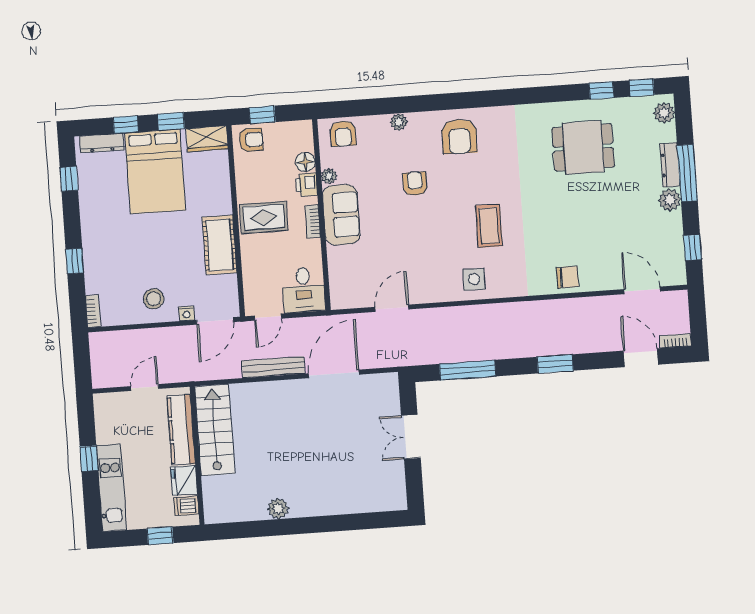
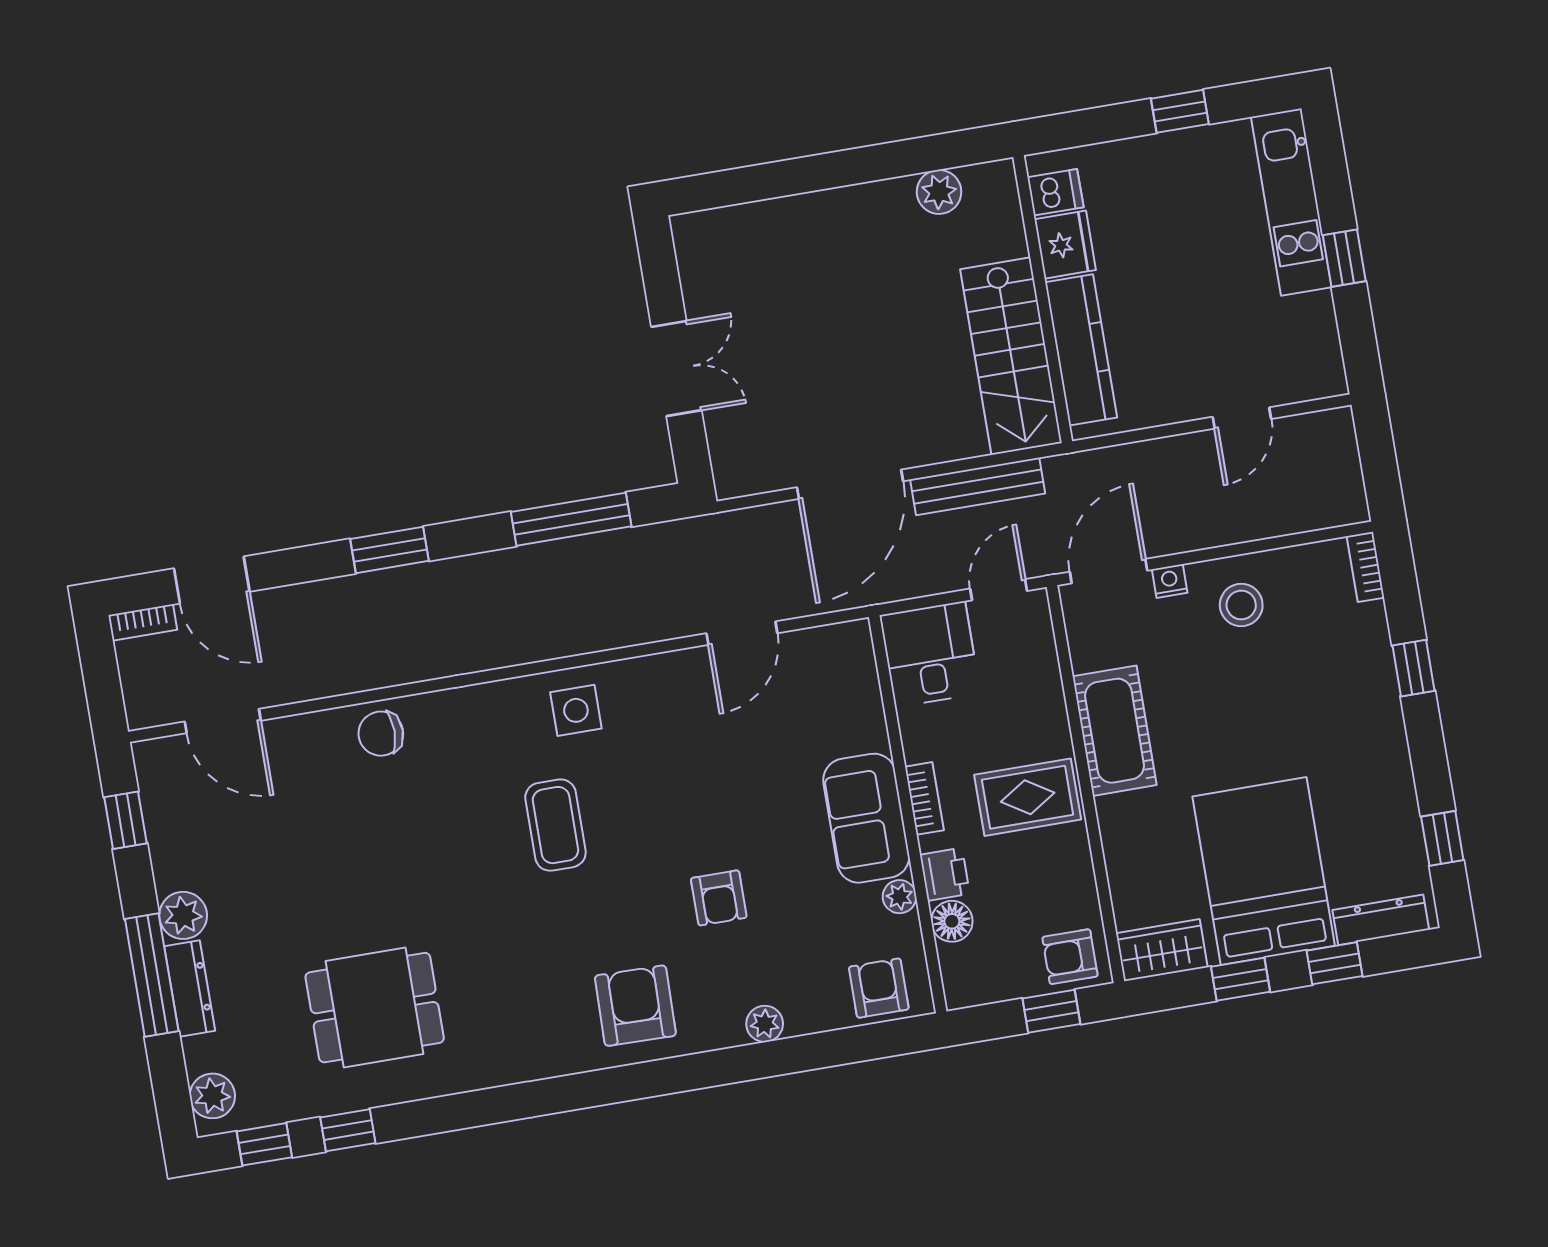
kitchen counter: (181, 430) -> (1081, 350), moved
stairs: (215, 430) -> (1011, 356), moved
wall: (197, 456) -> (1043, 299), moved
fridge: (184, 480) -> (1065, 245), moved
dishwasher: (186, 506) -> (1055, 192), moved

